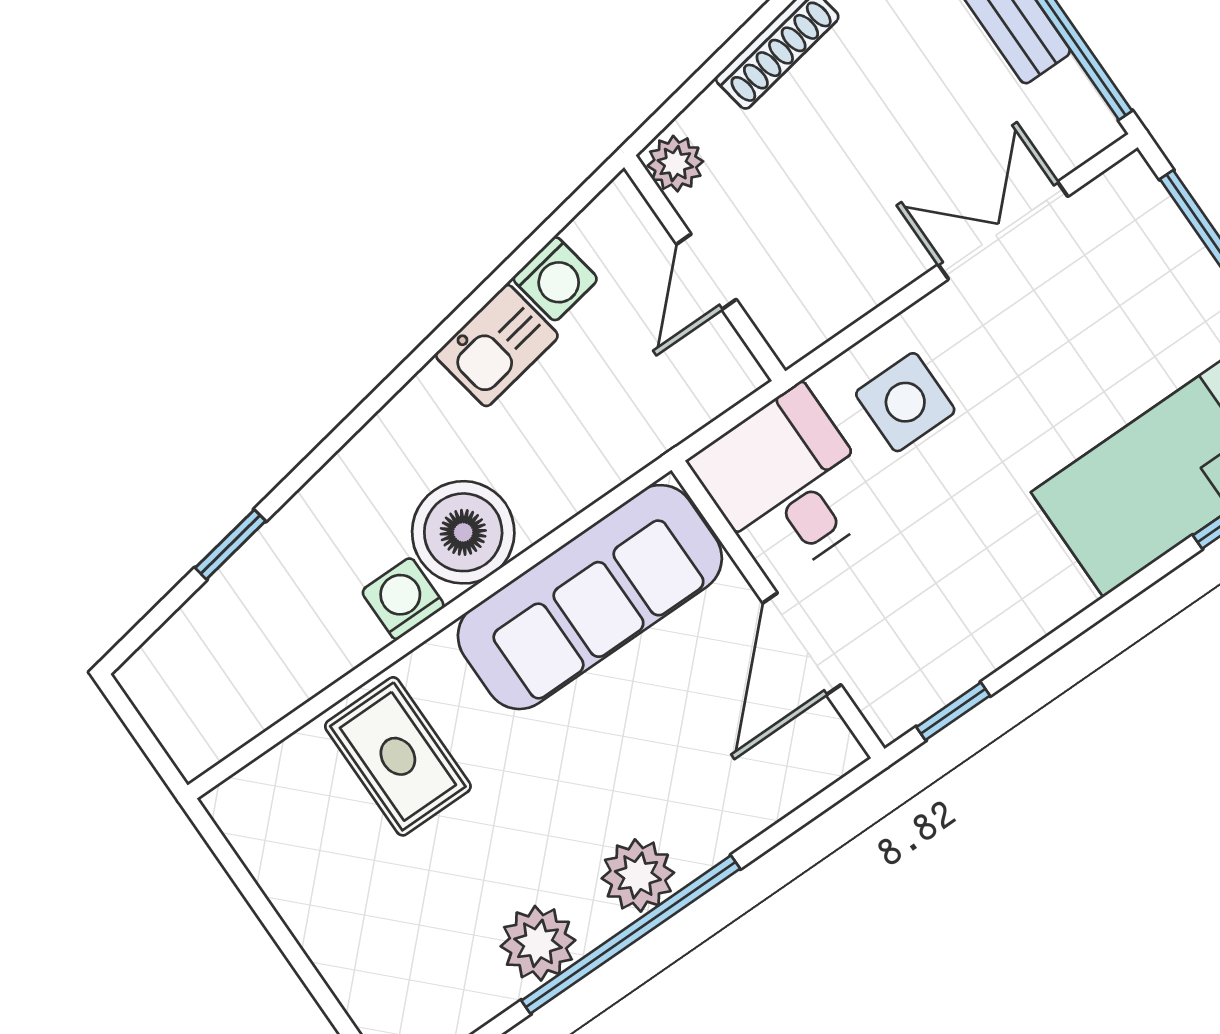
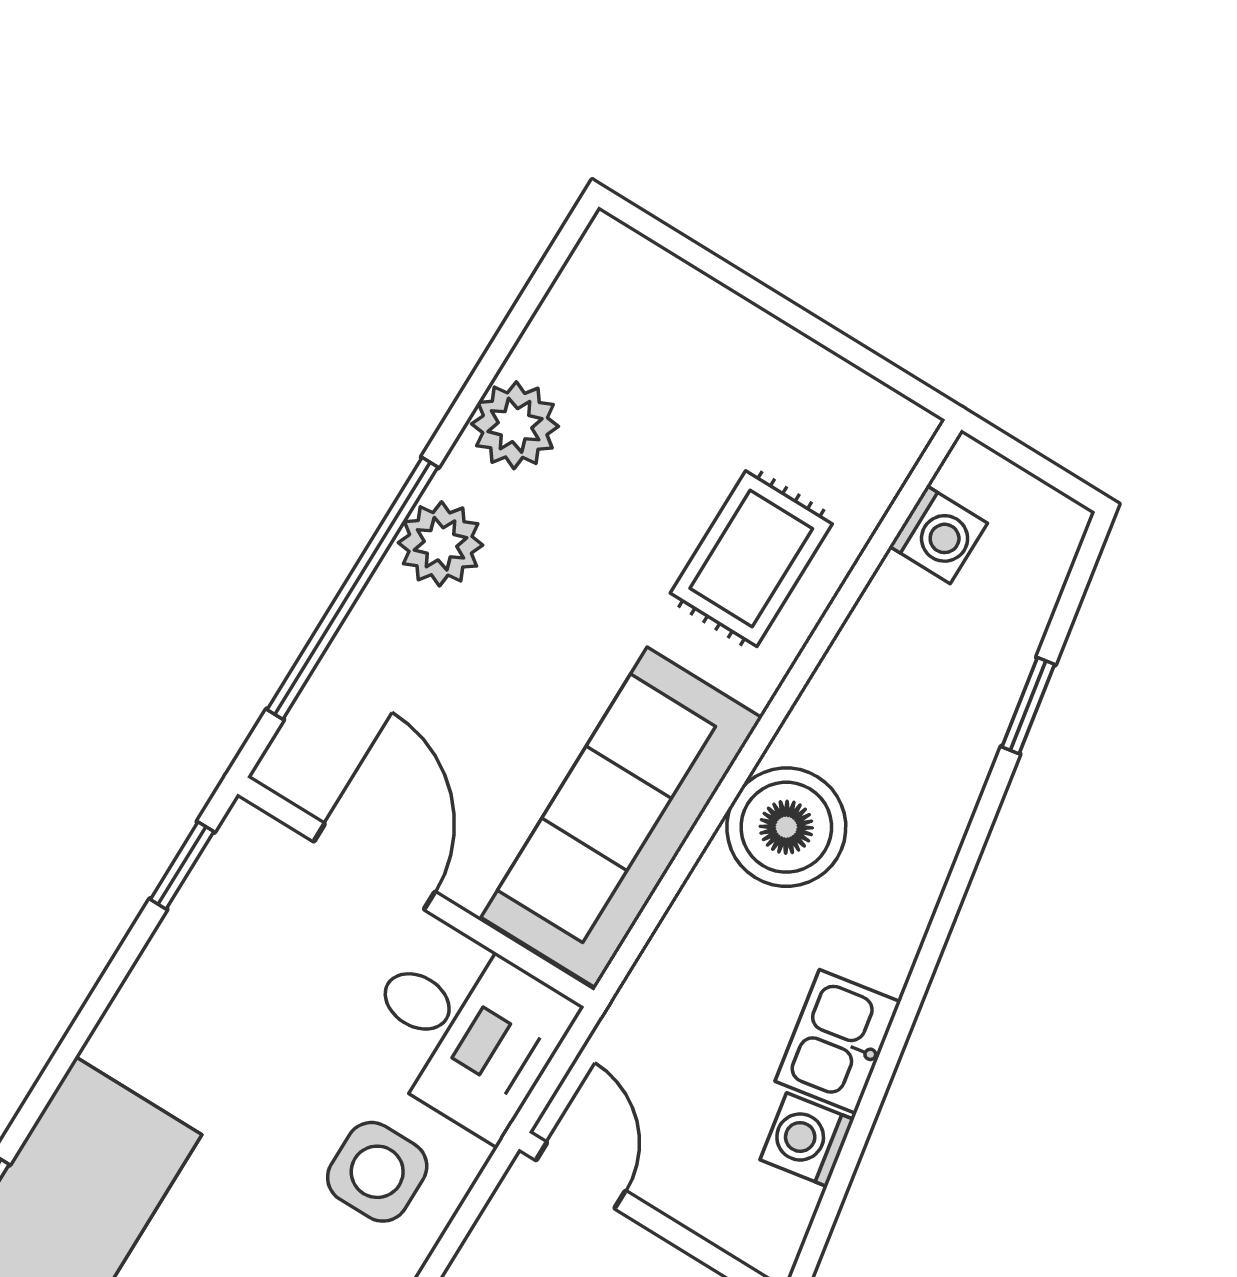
door: (706, 272) -> (581, 1175), moved
washing machine: (403, 599) -> (938, 535), moved
rug: (398, 756) -> (751, 559), turned 90
window: (631, 935) -> (353, 588), moved

